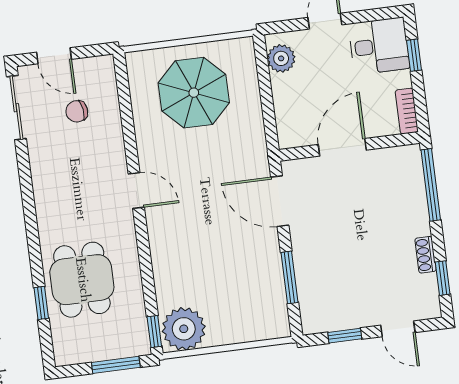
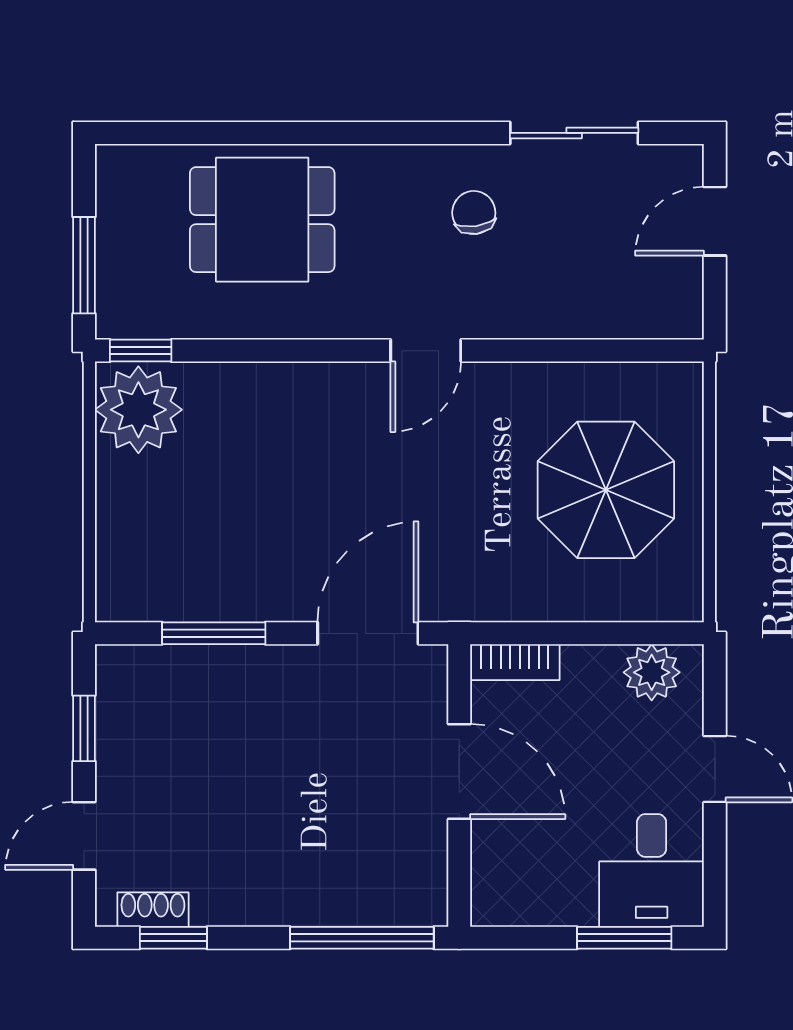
window: (414, 55) -> (624, 938), width x1.50
sliding door: (16, 108) -> (574, 133), moved
chair: (77, 111) -> (474, 213), moved
bookcase: (407, 111) -> (515, 662), moved, turned 180
shoe rack: (426, 255) -> (153, 910), moved
window: (41, 303) -> (226, 133), removed

